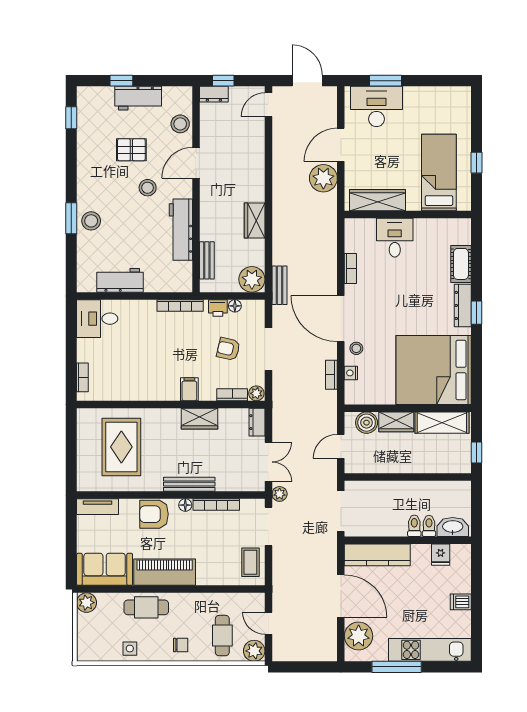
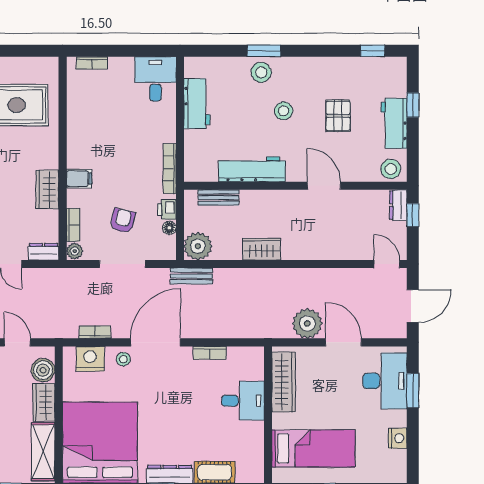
nightstand: (430, 95) -> (398, 438), added
stool: (180, 124) -> (391, 169), moved
stool: (148, 188) -> (284, 111), moved
nightstand: (351, 373) -> (90, 359), width x1.89, depth x1.79

